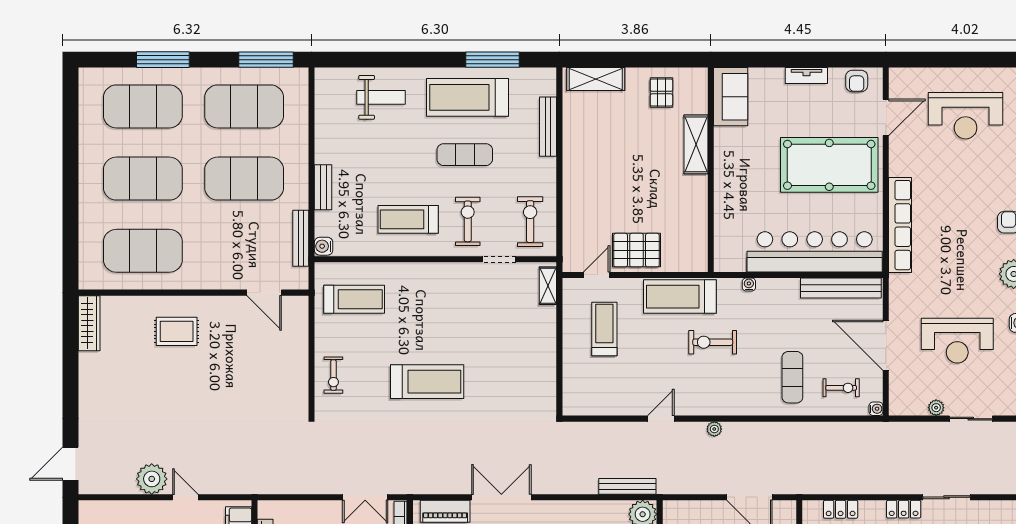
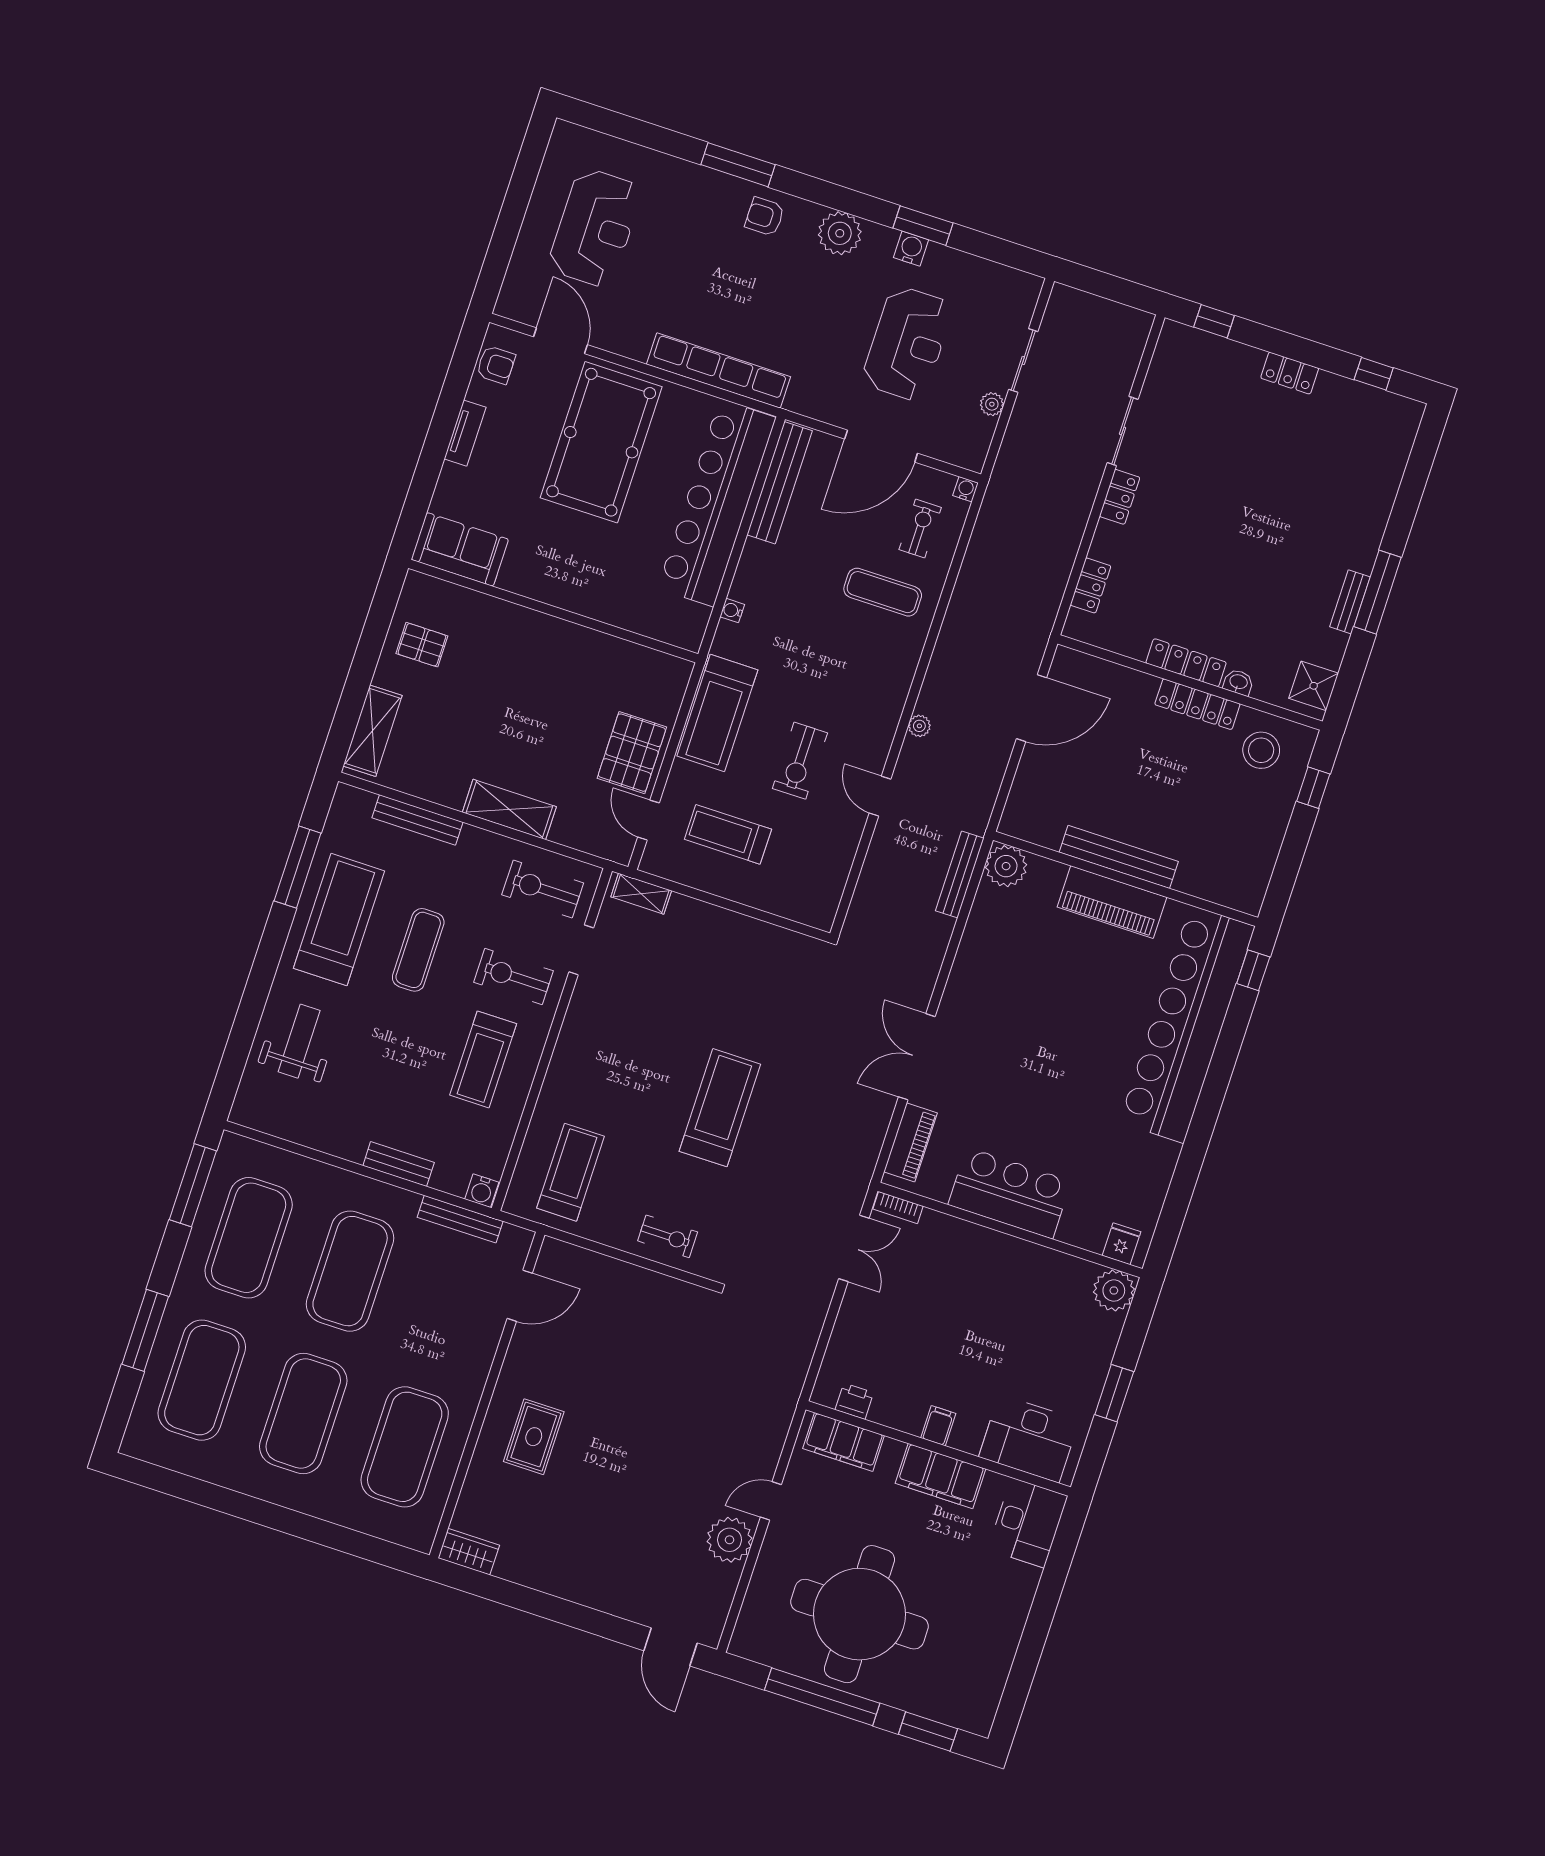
treadmill: (468, 97) -> (339, 920), turned 180
shelving: (696, 144) -> (509, 809), moved
wardrobe: (89, 323) -> (469, 1552), width x0.67
exercise bike: (713, 342) -> (800, 761), moved

